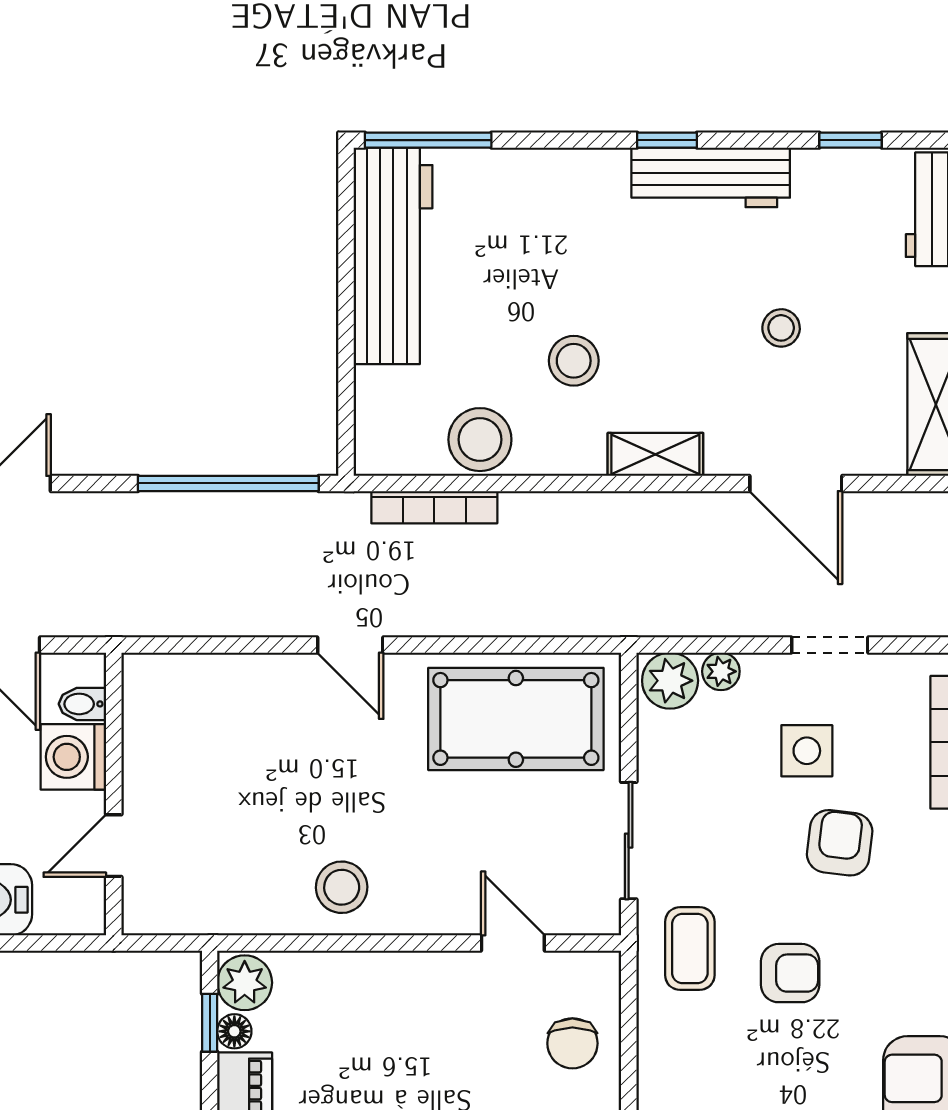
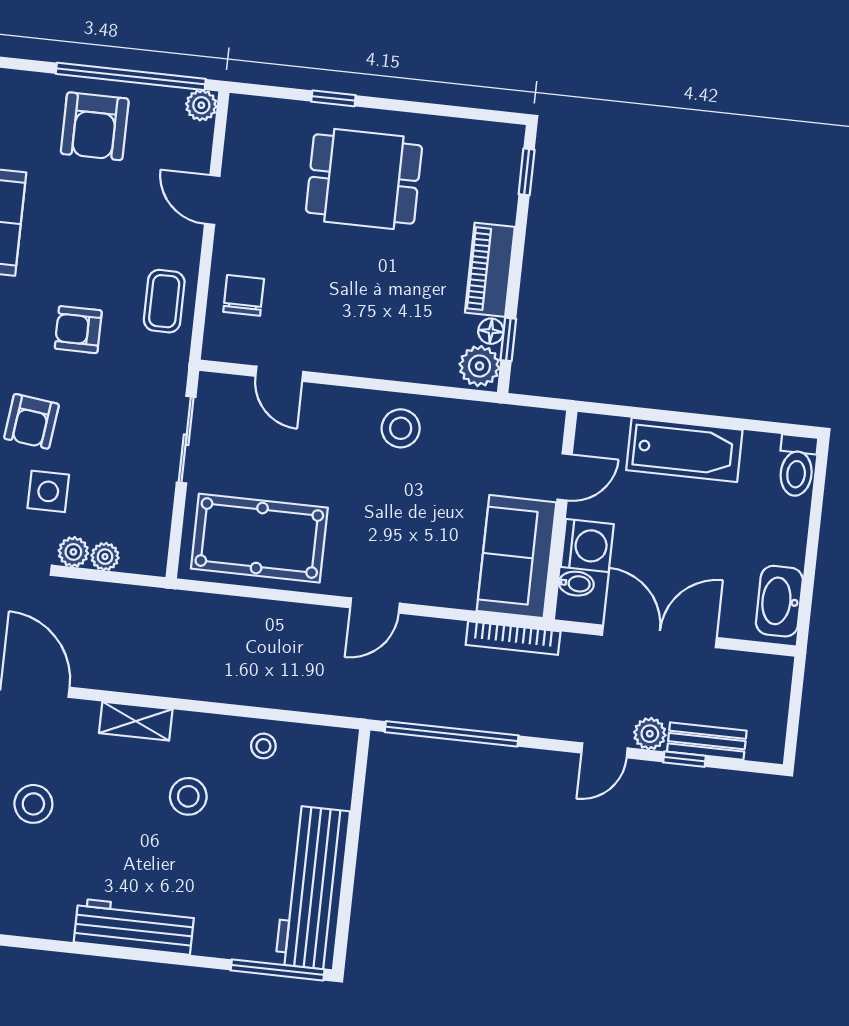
window: (667, 140) -> (102, 951), removed
workbench: (711, 177) -> (134, 927), moved
stool: (781, 328) -> (33, 804), width x1.37, depth x1.37
stool: (480, 440) -> (263, 746), width x0.53, depth x0.53
bookcase: (434, 507) -> (513, 638), moved, turned 180
door: (350, 645) -> (375, 605), swing flipped
plant: (670, 681) -> (73, 552), moved, width x0.73, depth x0.73
sofa: (167, 732) -> (516, 557), added
coffee table: (690, 948) -> (164, 301), moved

